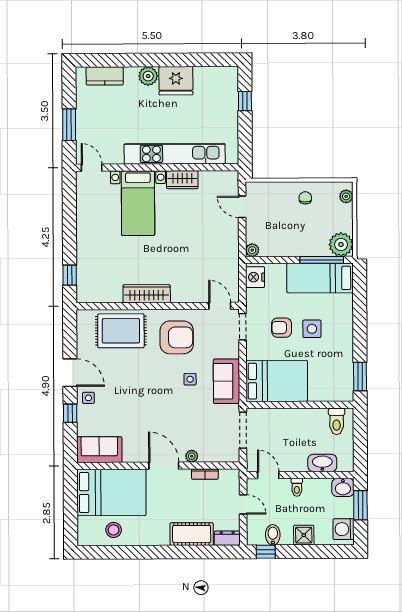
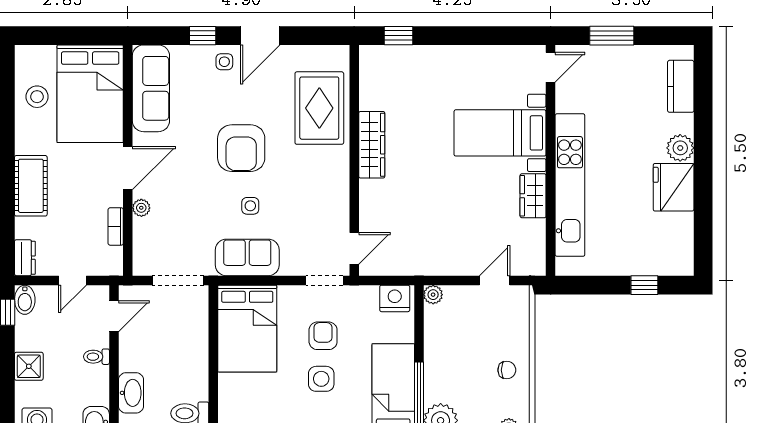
armchair: (177, 337) -> (241, 148), moved
sofa: (99, 450) -> (151, 88), width x1.36
cot: (192, 534) -> (31, 186), moved
bidet: (273, 535) -> (25, 300), moved, turned 90

